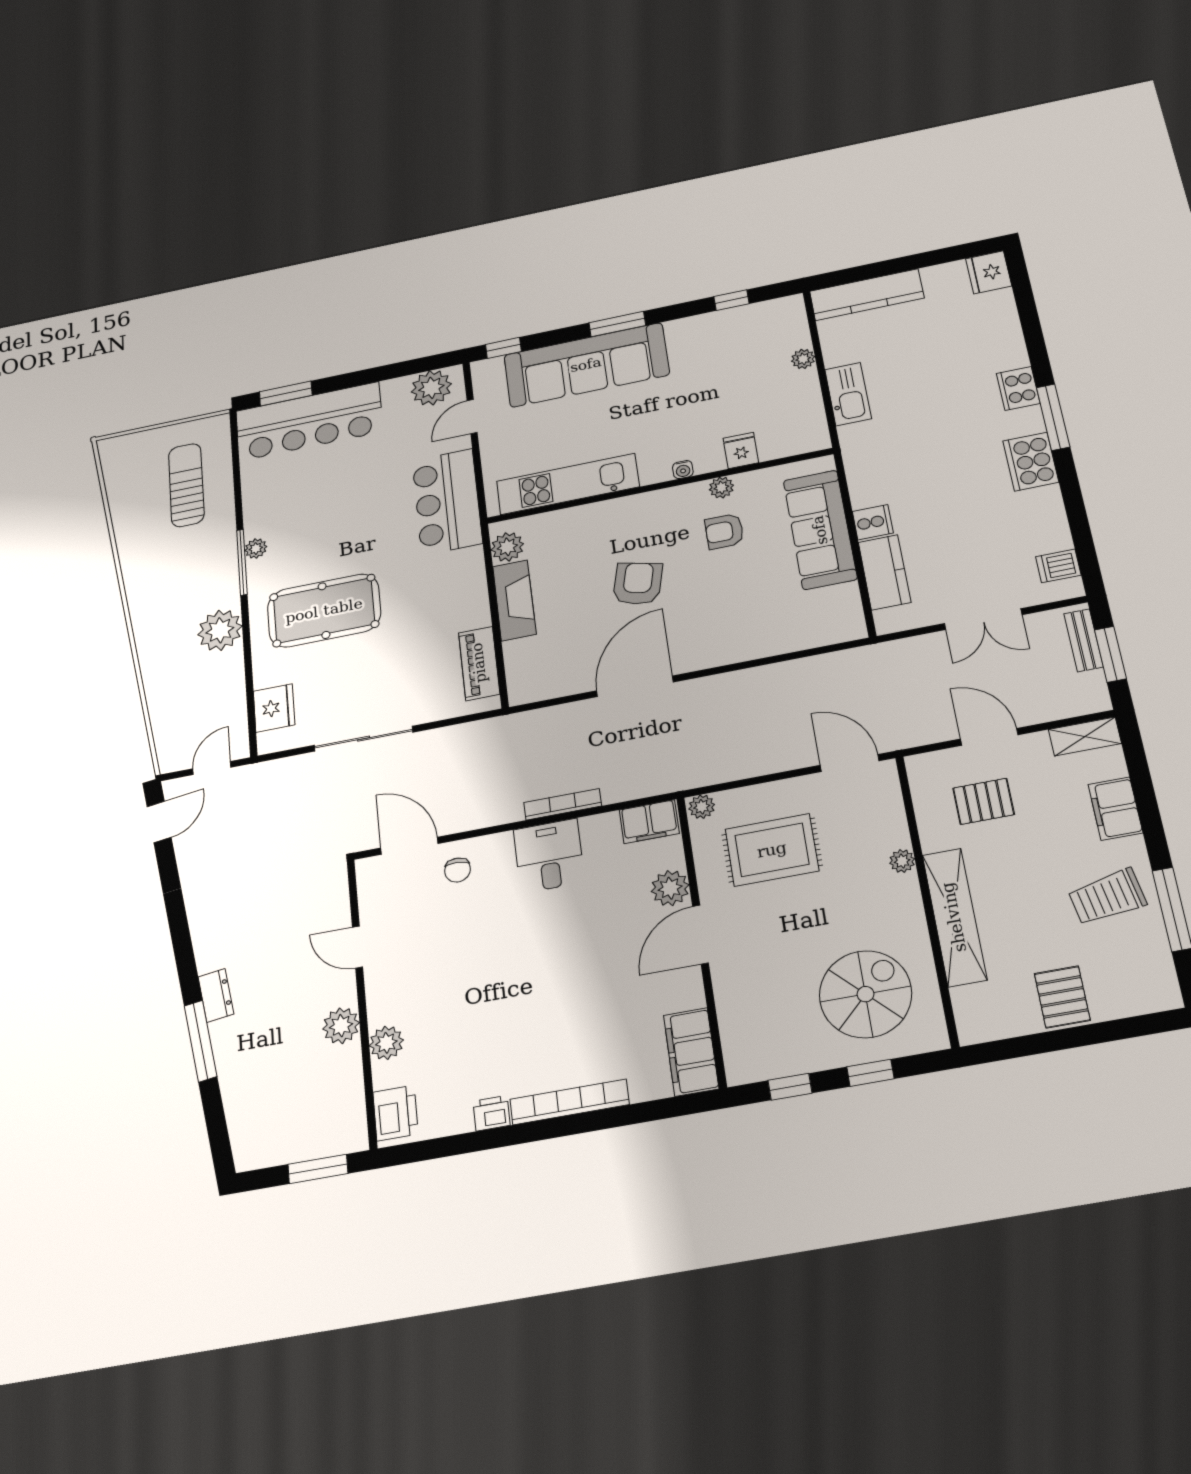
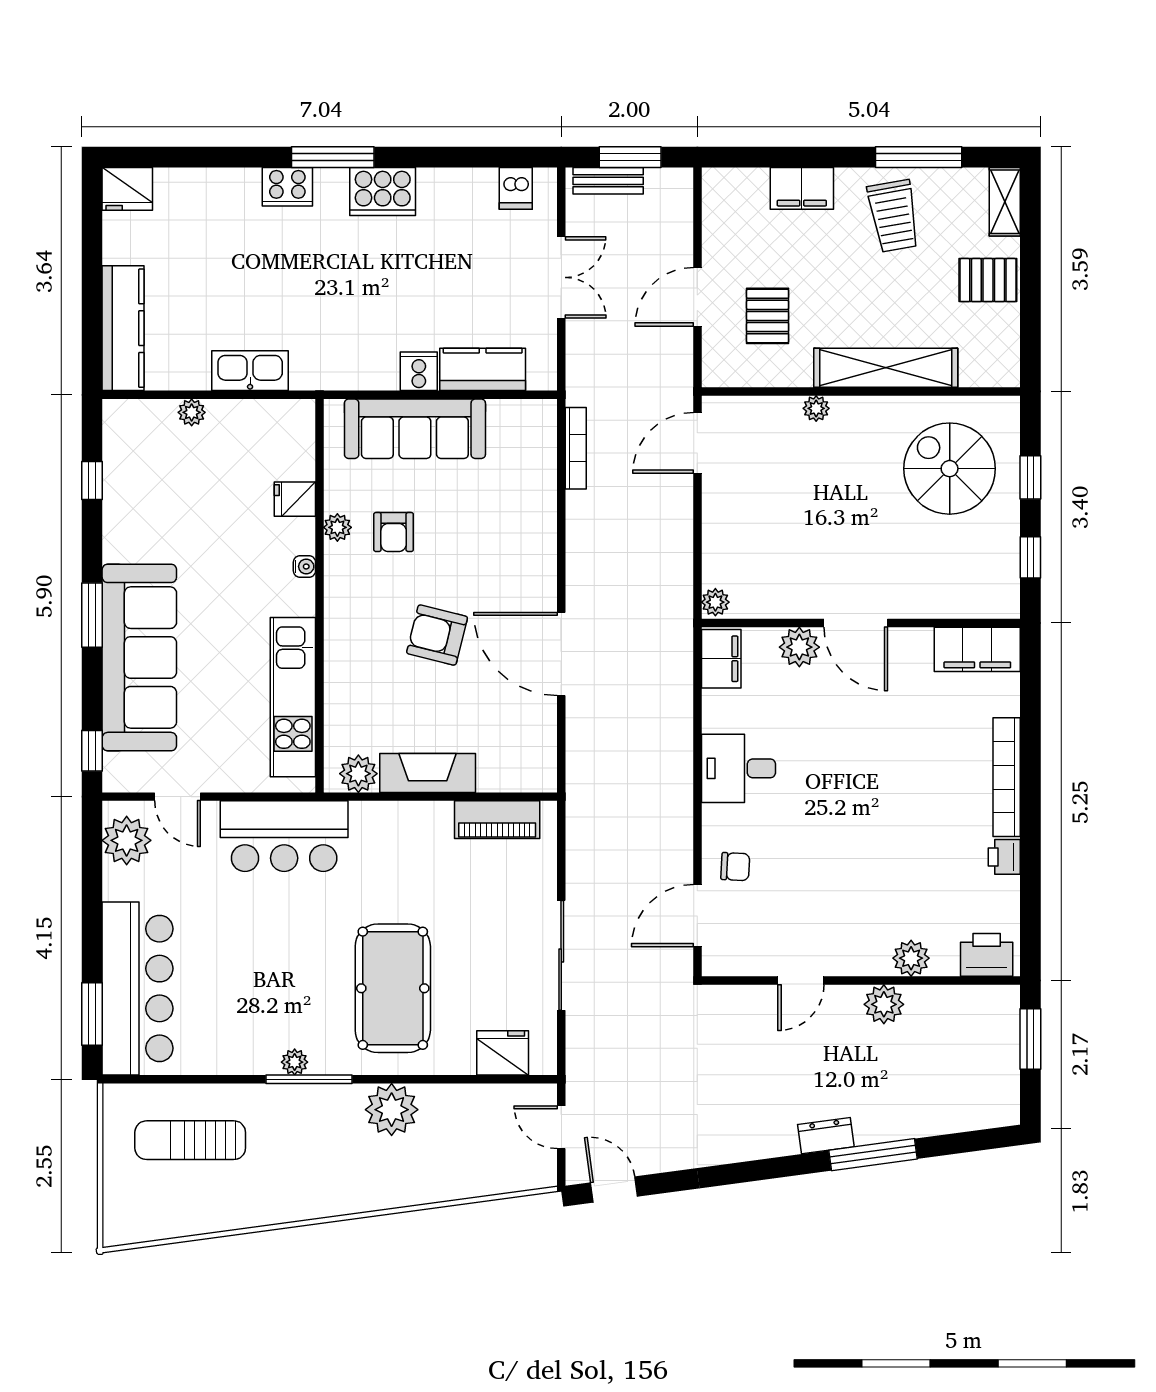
shelving: (1085, 736) -> (1005, 202), moved
bookcase: (563, 804) -> (576, 448), moved, turned 180
rug: (772, 850) -> (778, 537), removed

